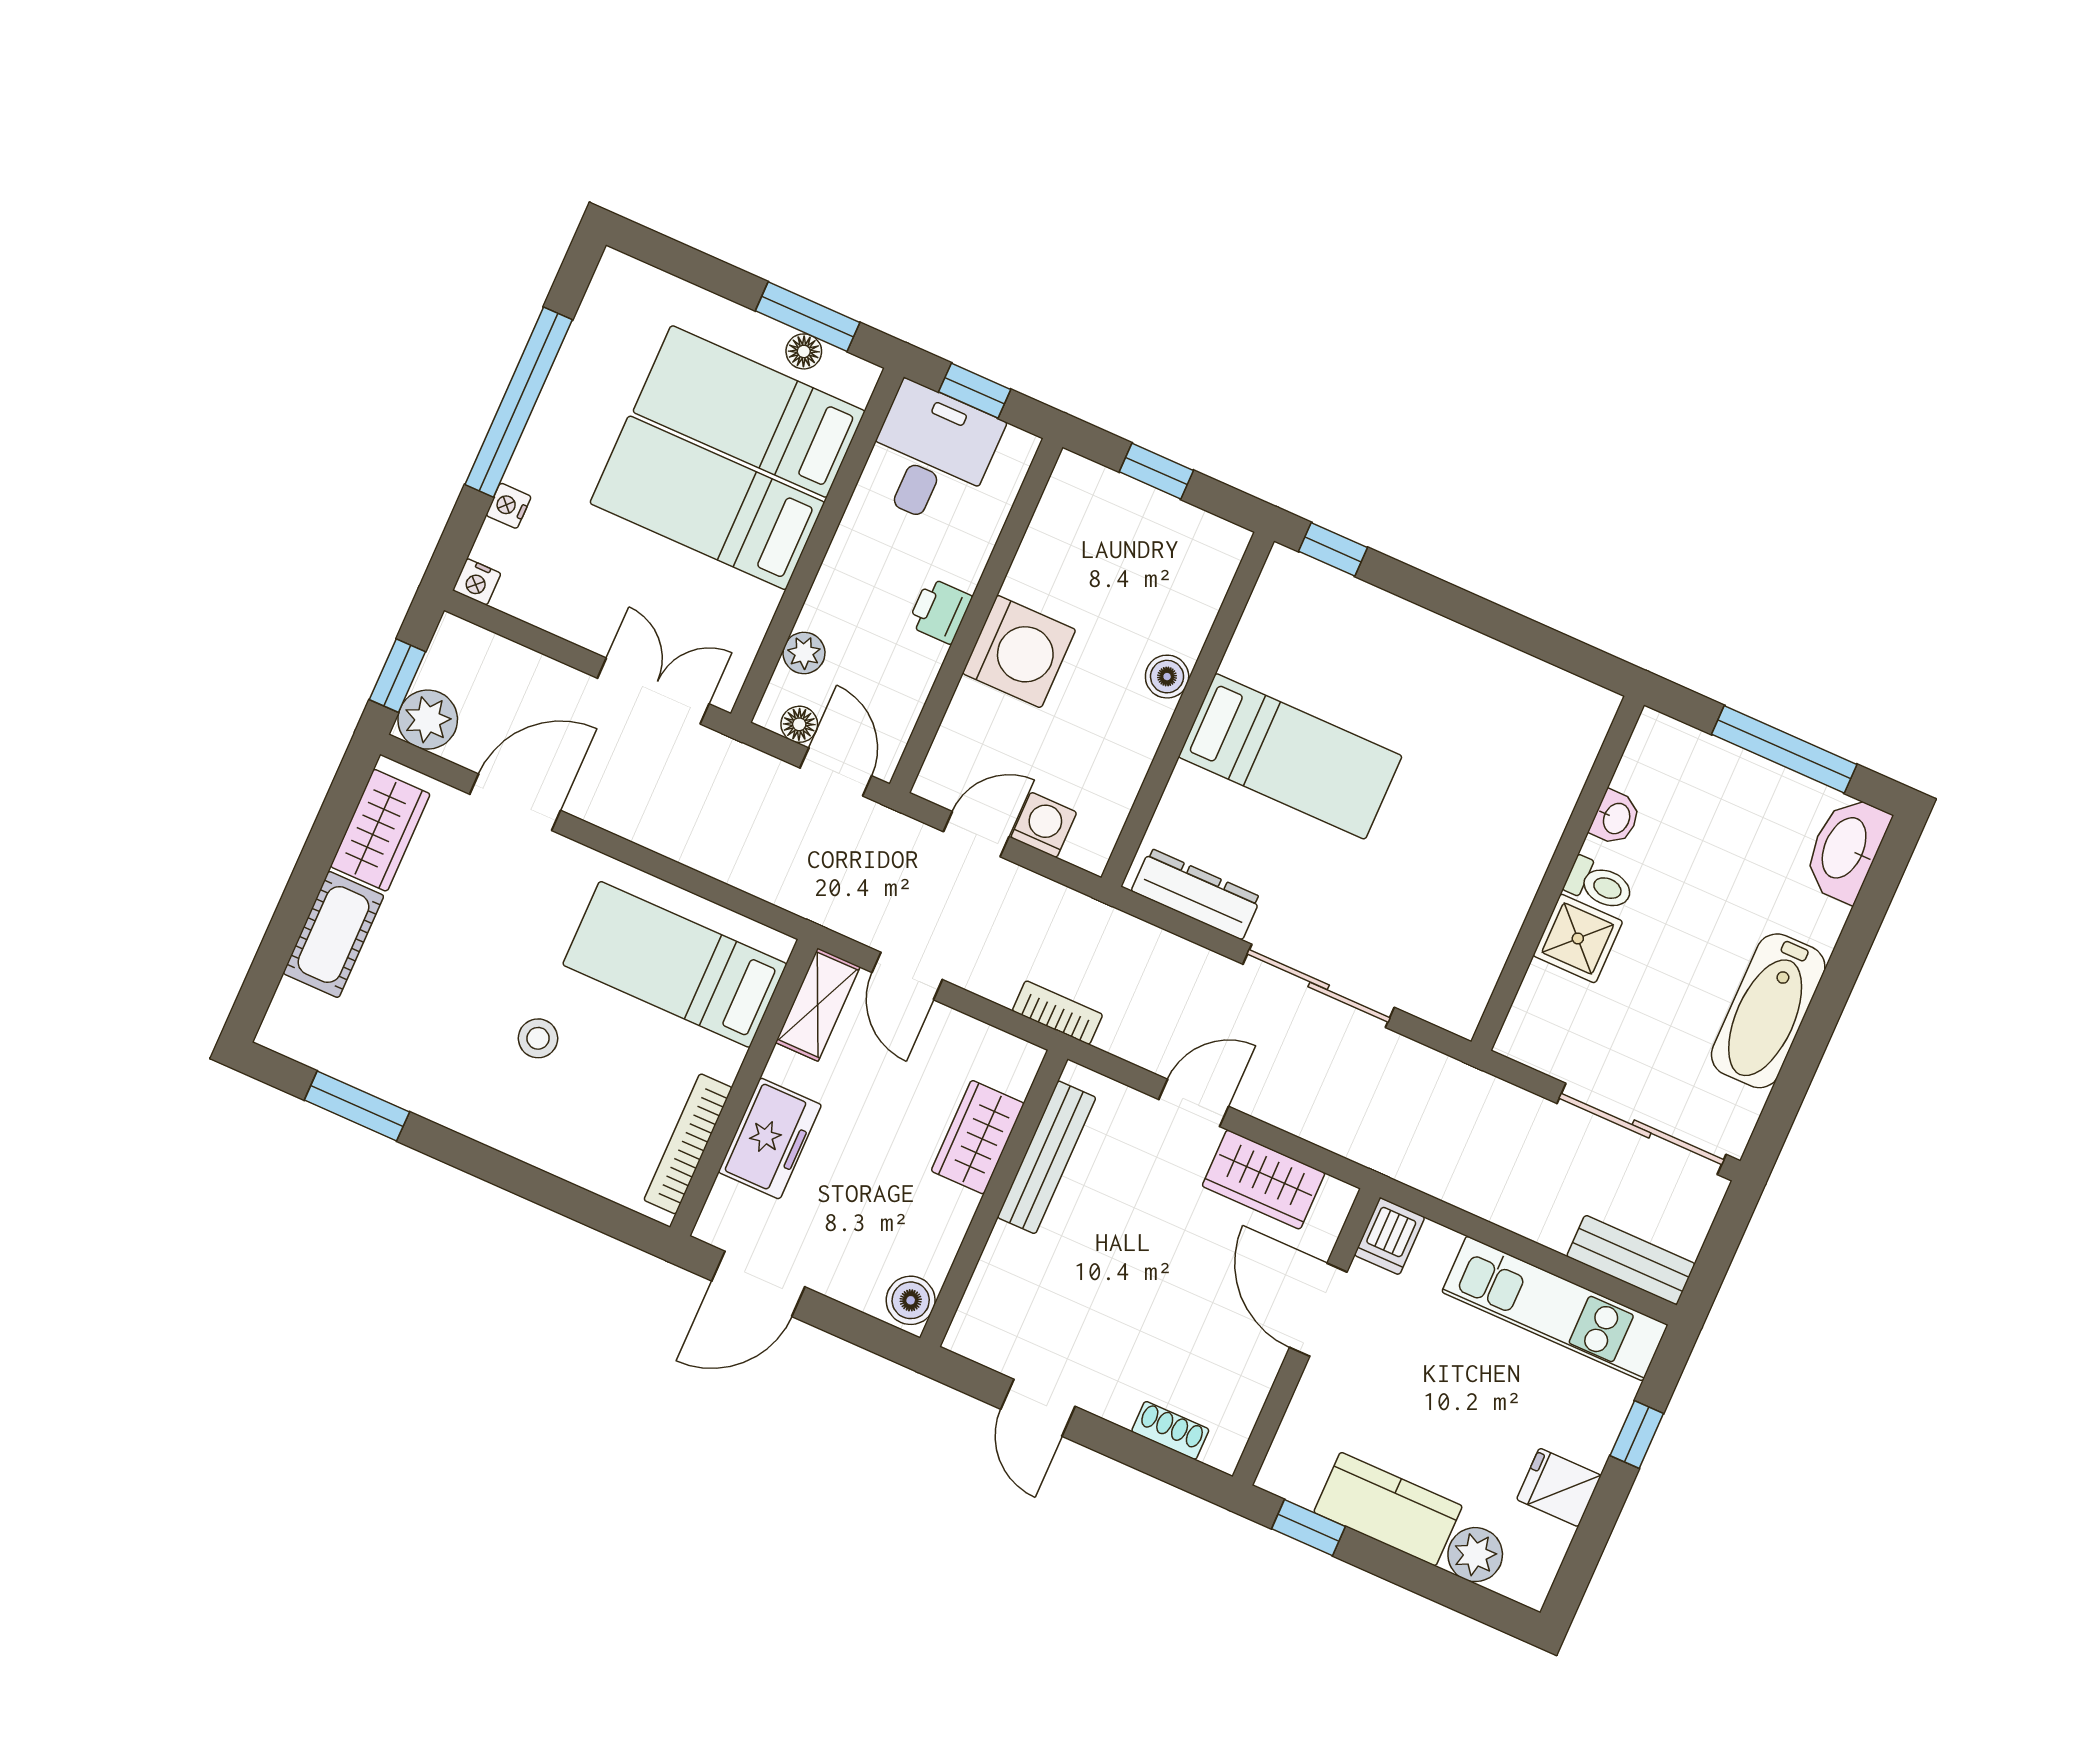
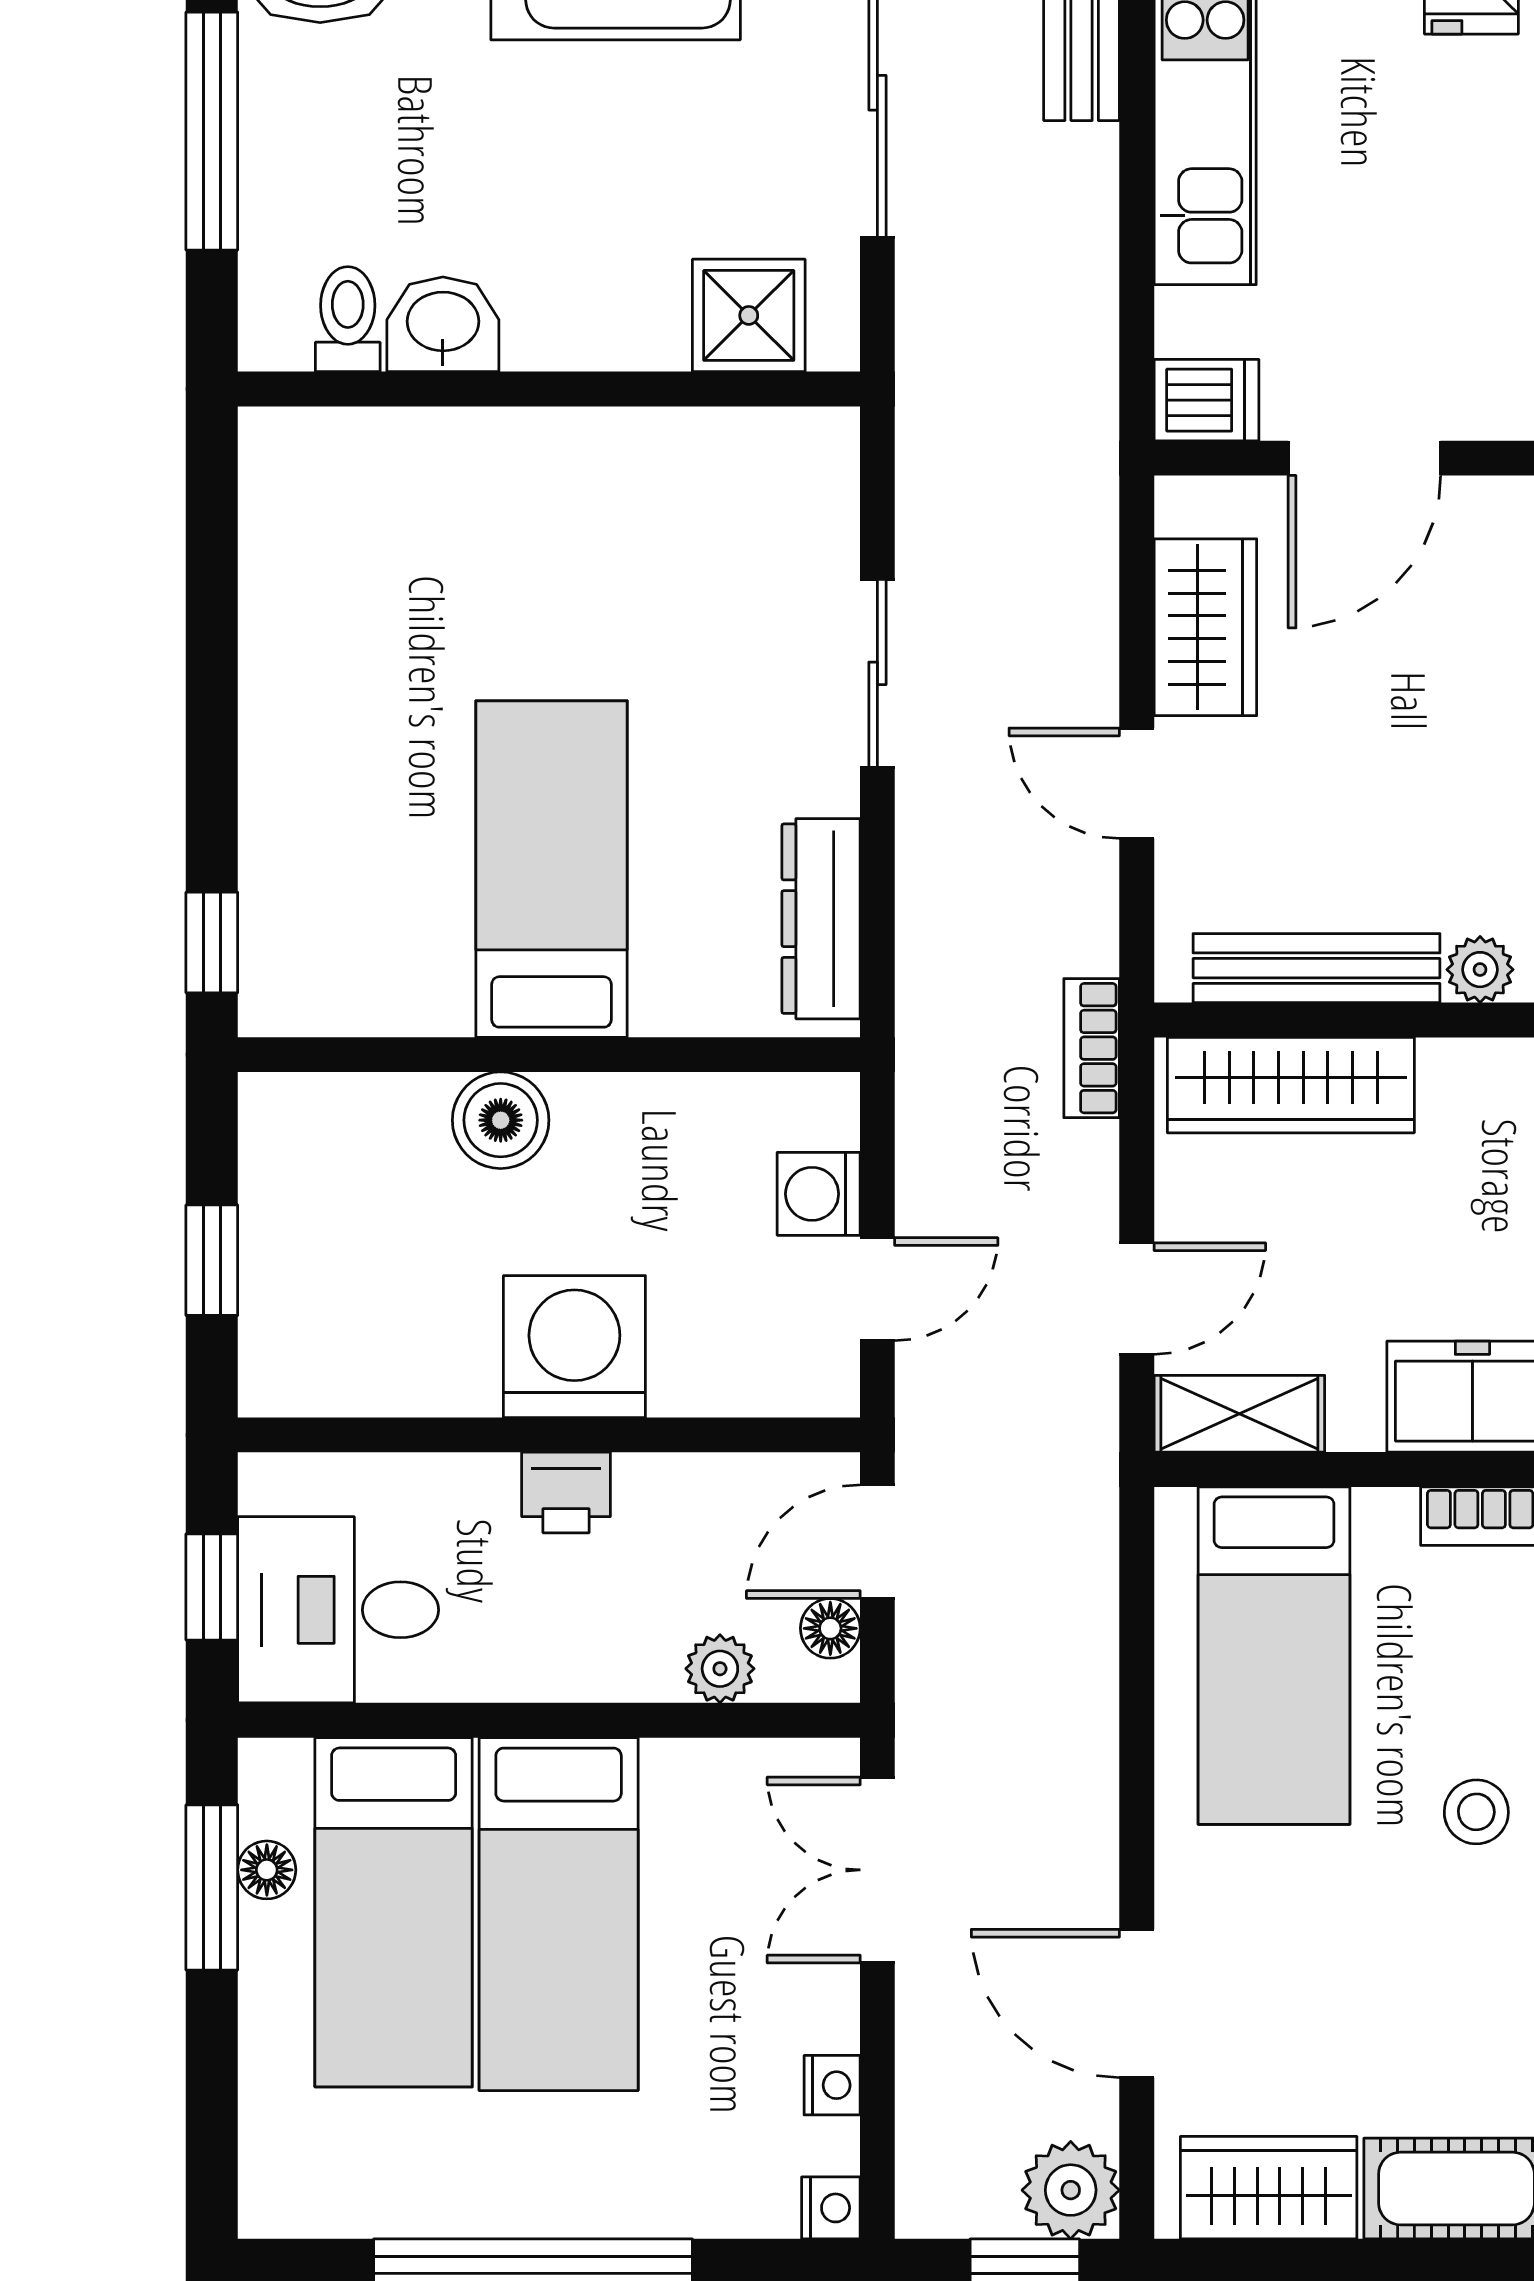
nightstand: (509, 506) -> (832, 2085), moved, turned -90
boiler: (1167, 677) -> (501, 1120), width x1.36, depth x1.36
washbasin: (1615, 818) -> (443, 324), width x1.38, depth x1.45
door: (976, 834) -> (877, 1289), swing flipped
toilet: (1599, 884) -> (348, 319), moved
shower: (1578, 938) -> (749, 315), moved
sliding door: (1319, 986) -> (877, 673), width x0.73
wardrobe: (978, 1137) -> (1291, 1085), width x1.50
plant: (1005, 1248) -> (1480, 970), added

